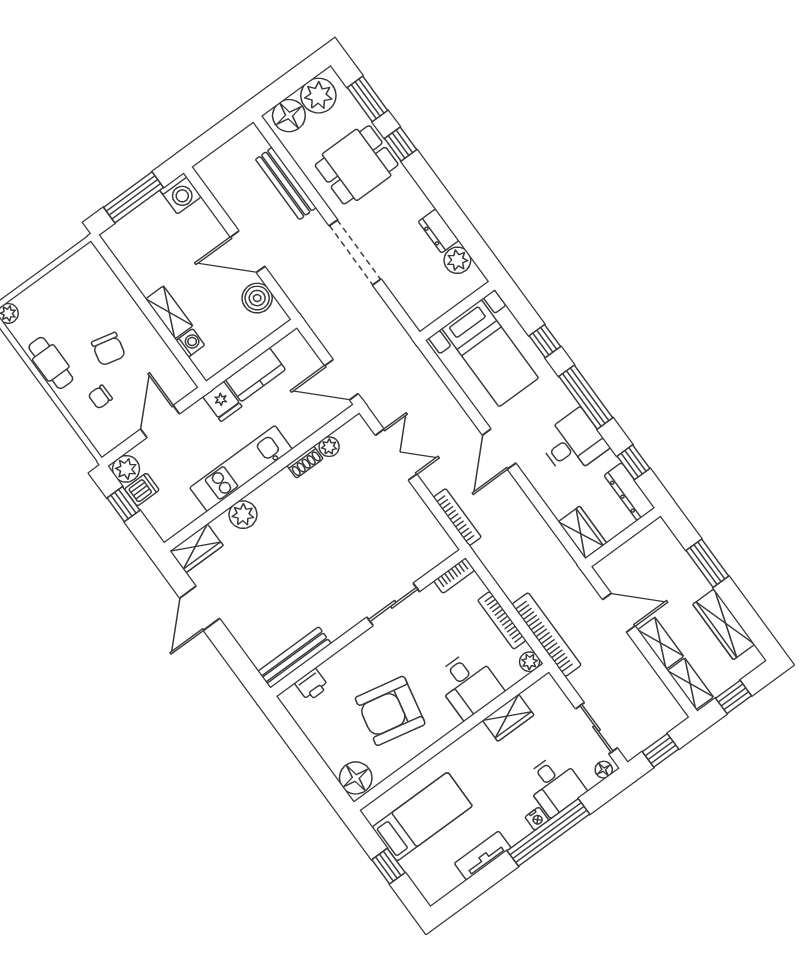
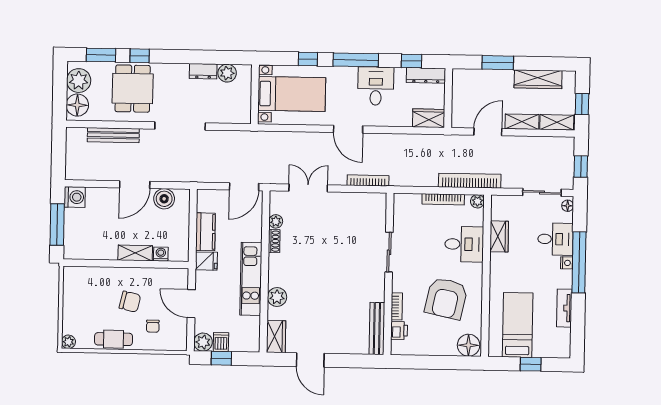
bookcase: (454, 576) -> (397, 306), moved

